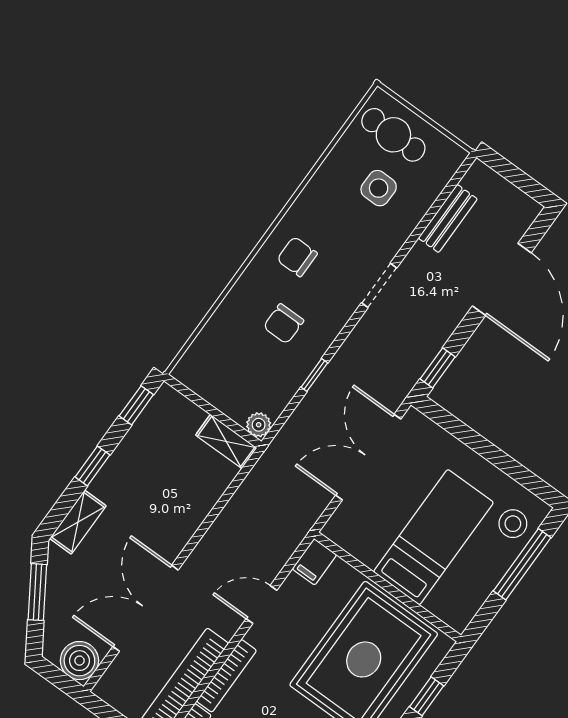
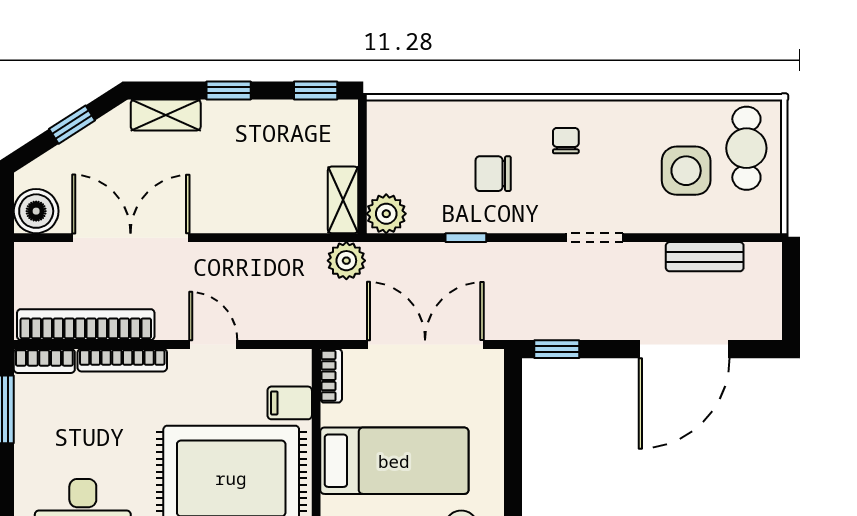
side table: (379, 188) -> (686, 171), width x1.37, depth x1.37
chair: (297, 257) -> (566, 141), width x0.73, depth x0.73
plant: (259, 425) -> (386, 214), width x1.38, depth x1.38
plant: (270, 470) -> (346, 261), added
bookcase: (343, 538) -> (331, 376), added
filing cabinet: (314, 562) -> (290, 403), moved
window: (37, 592) -> (72, 125), width x0.67

